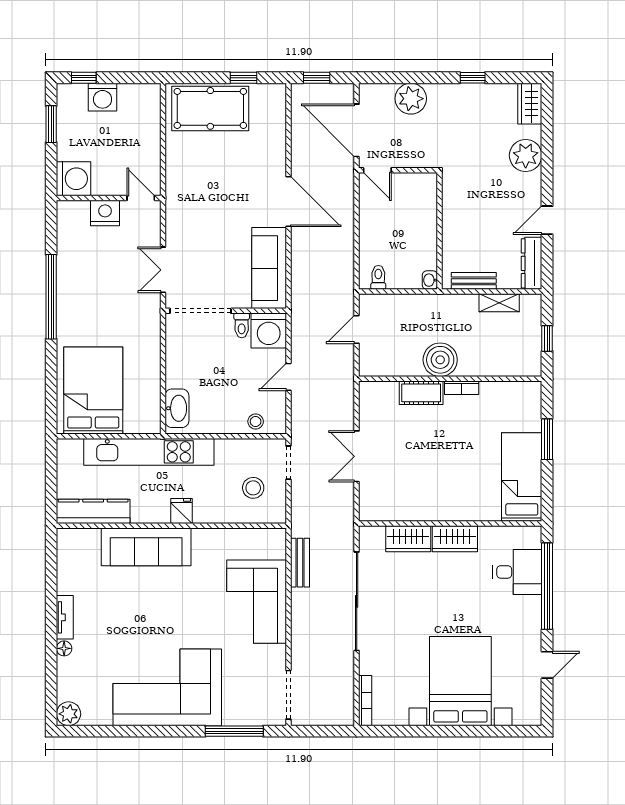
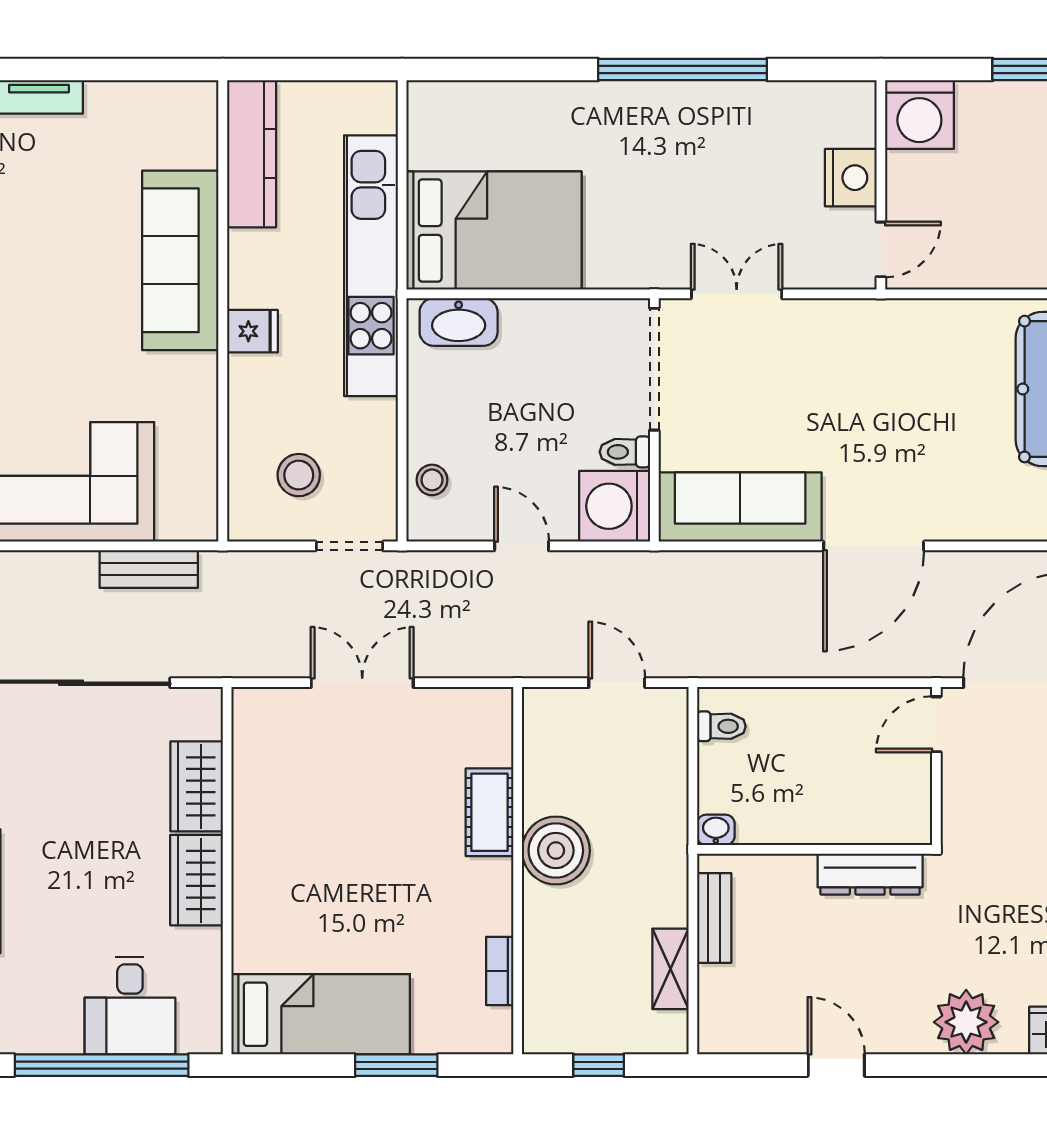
dresser: (532, 263) -> (870, 874), moved, turned 180
bookcase: (462, 388) -> (500, 971), moved
bed: (93, 391) -> (494, 230), moved

